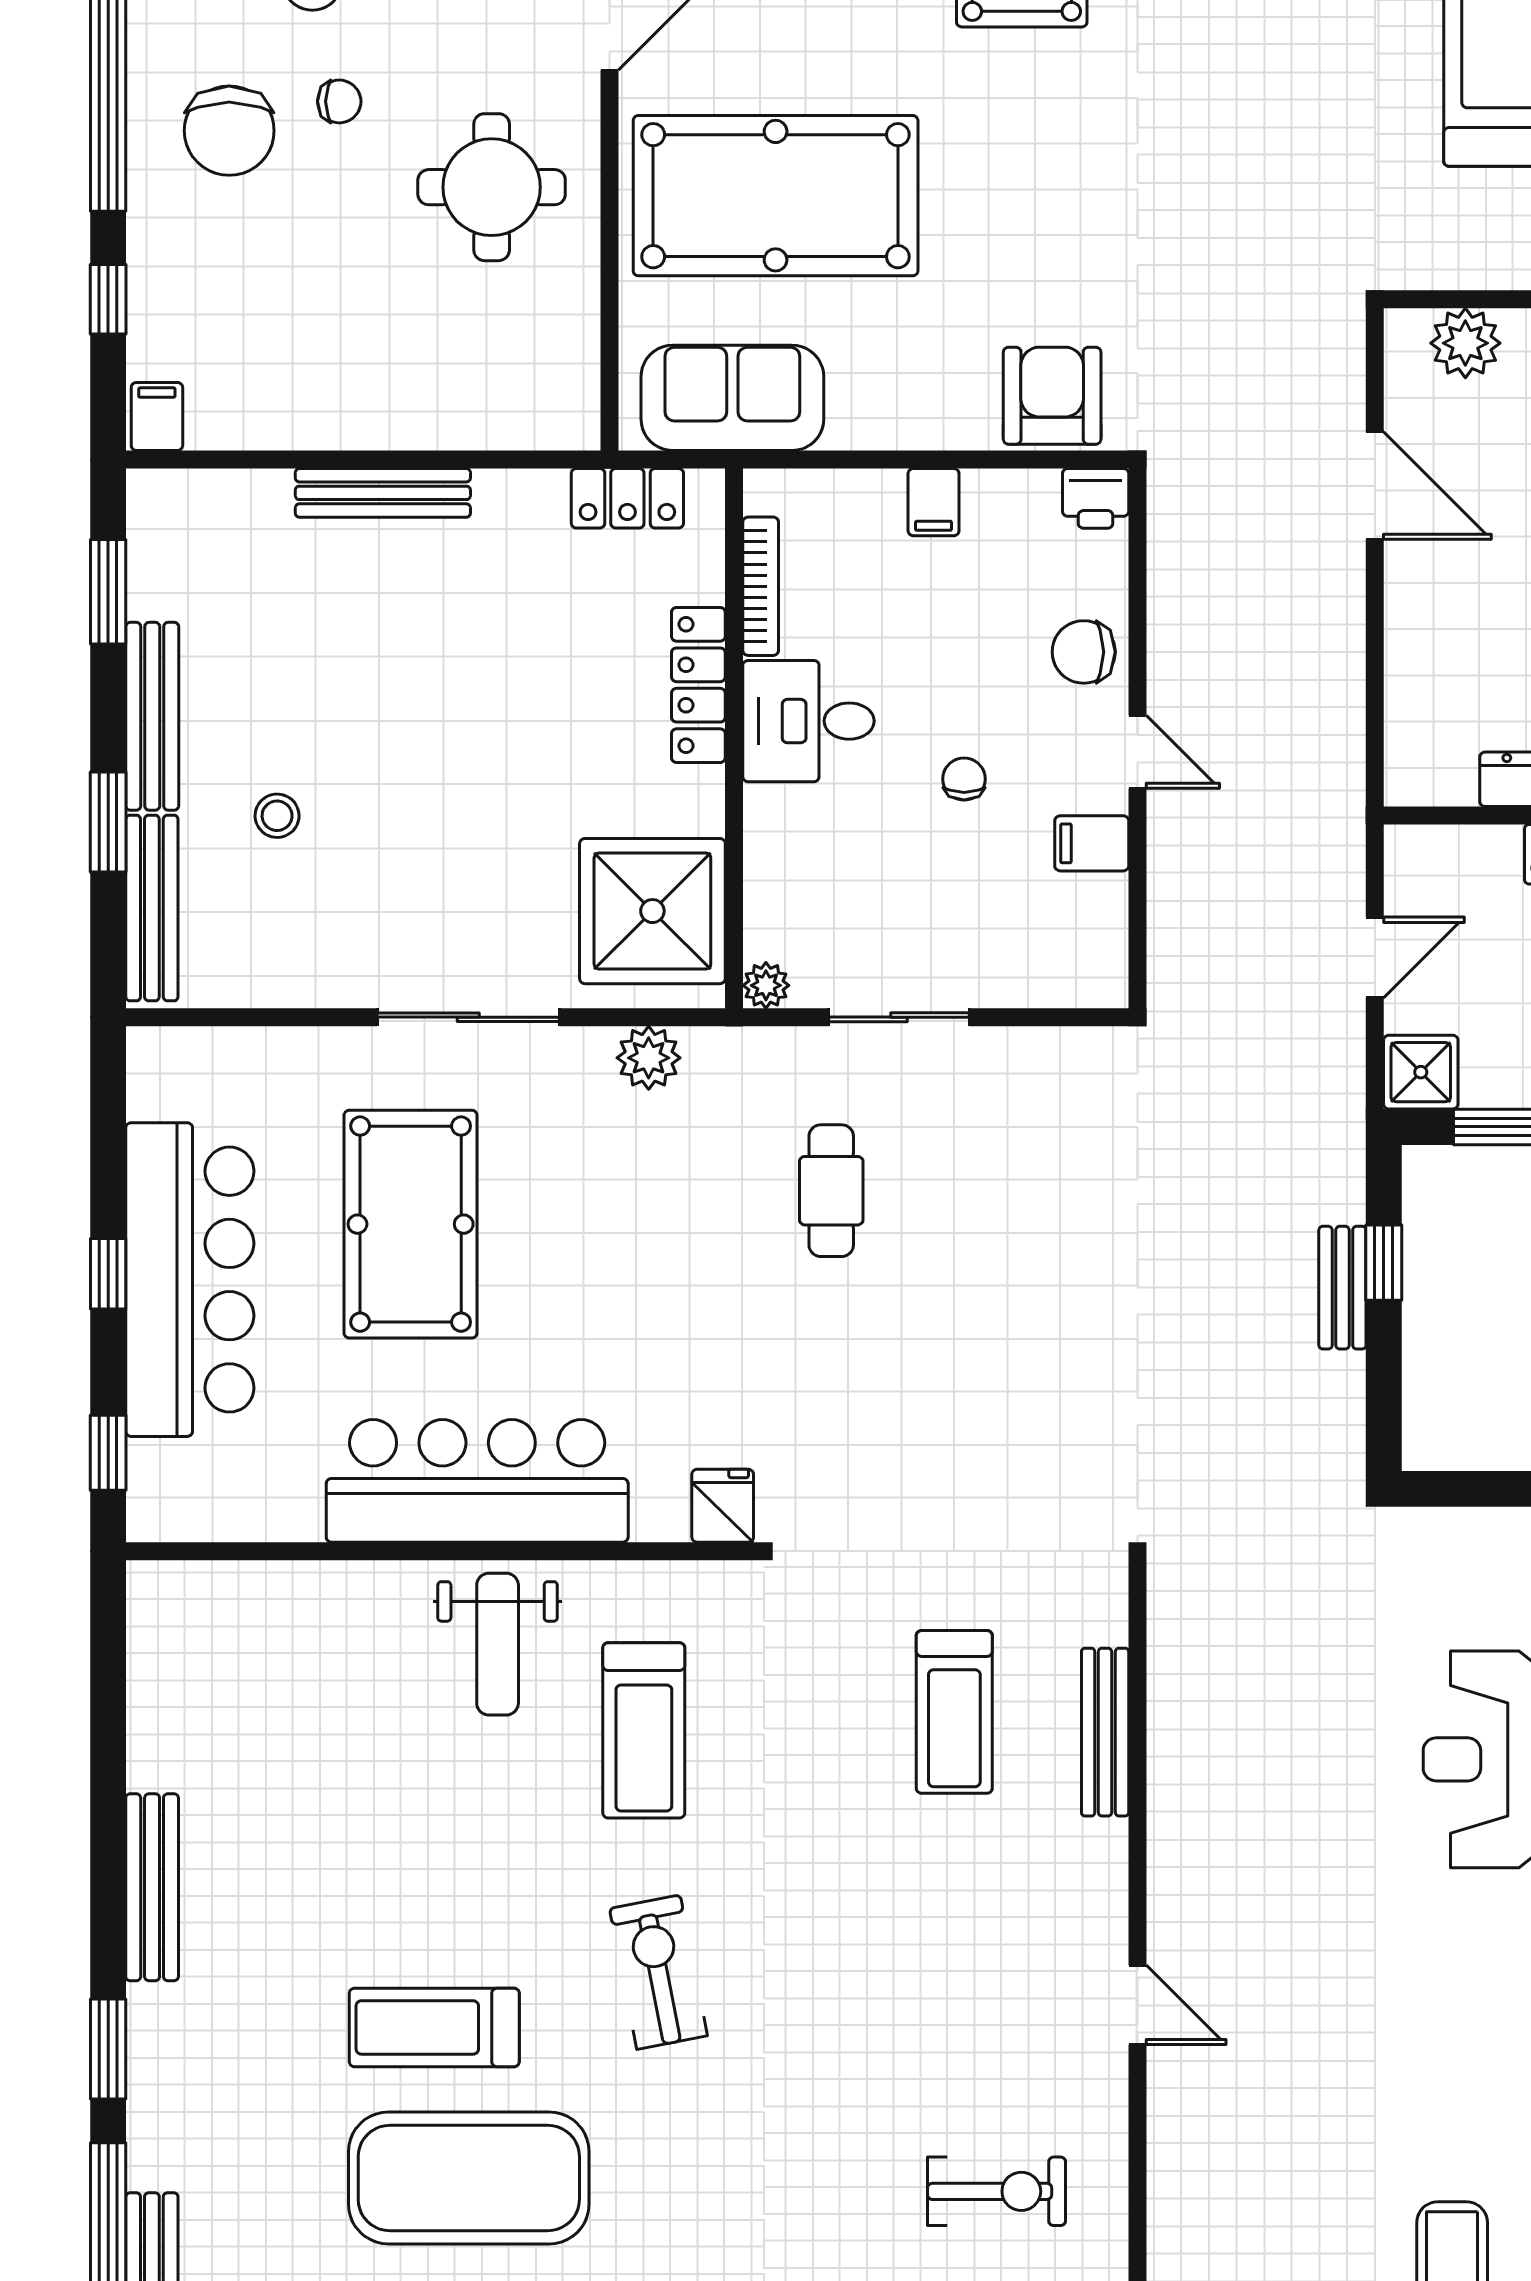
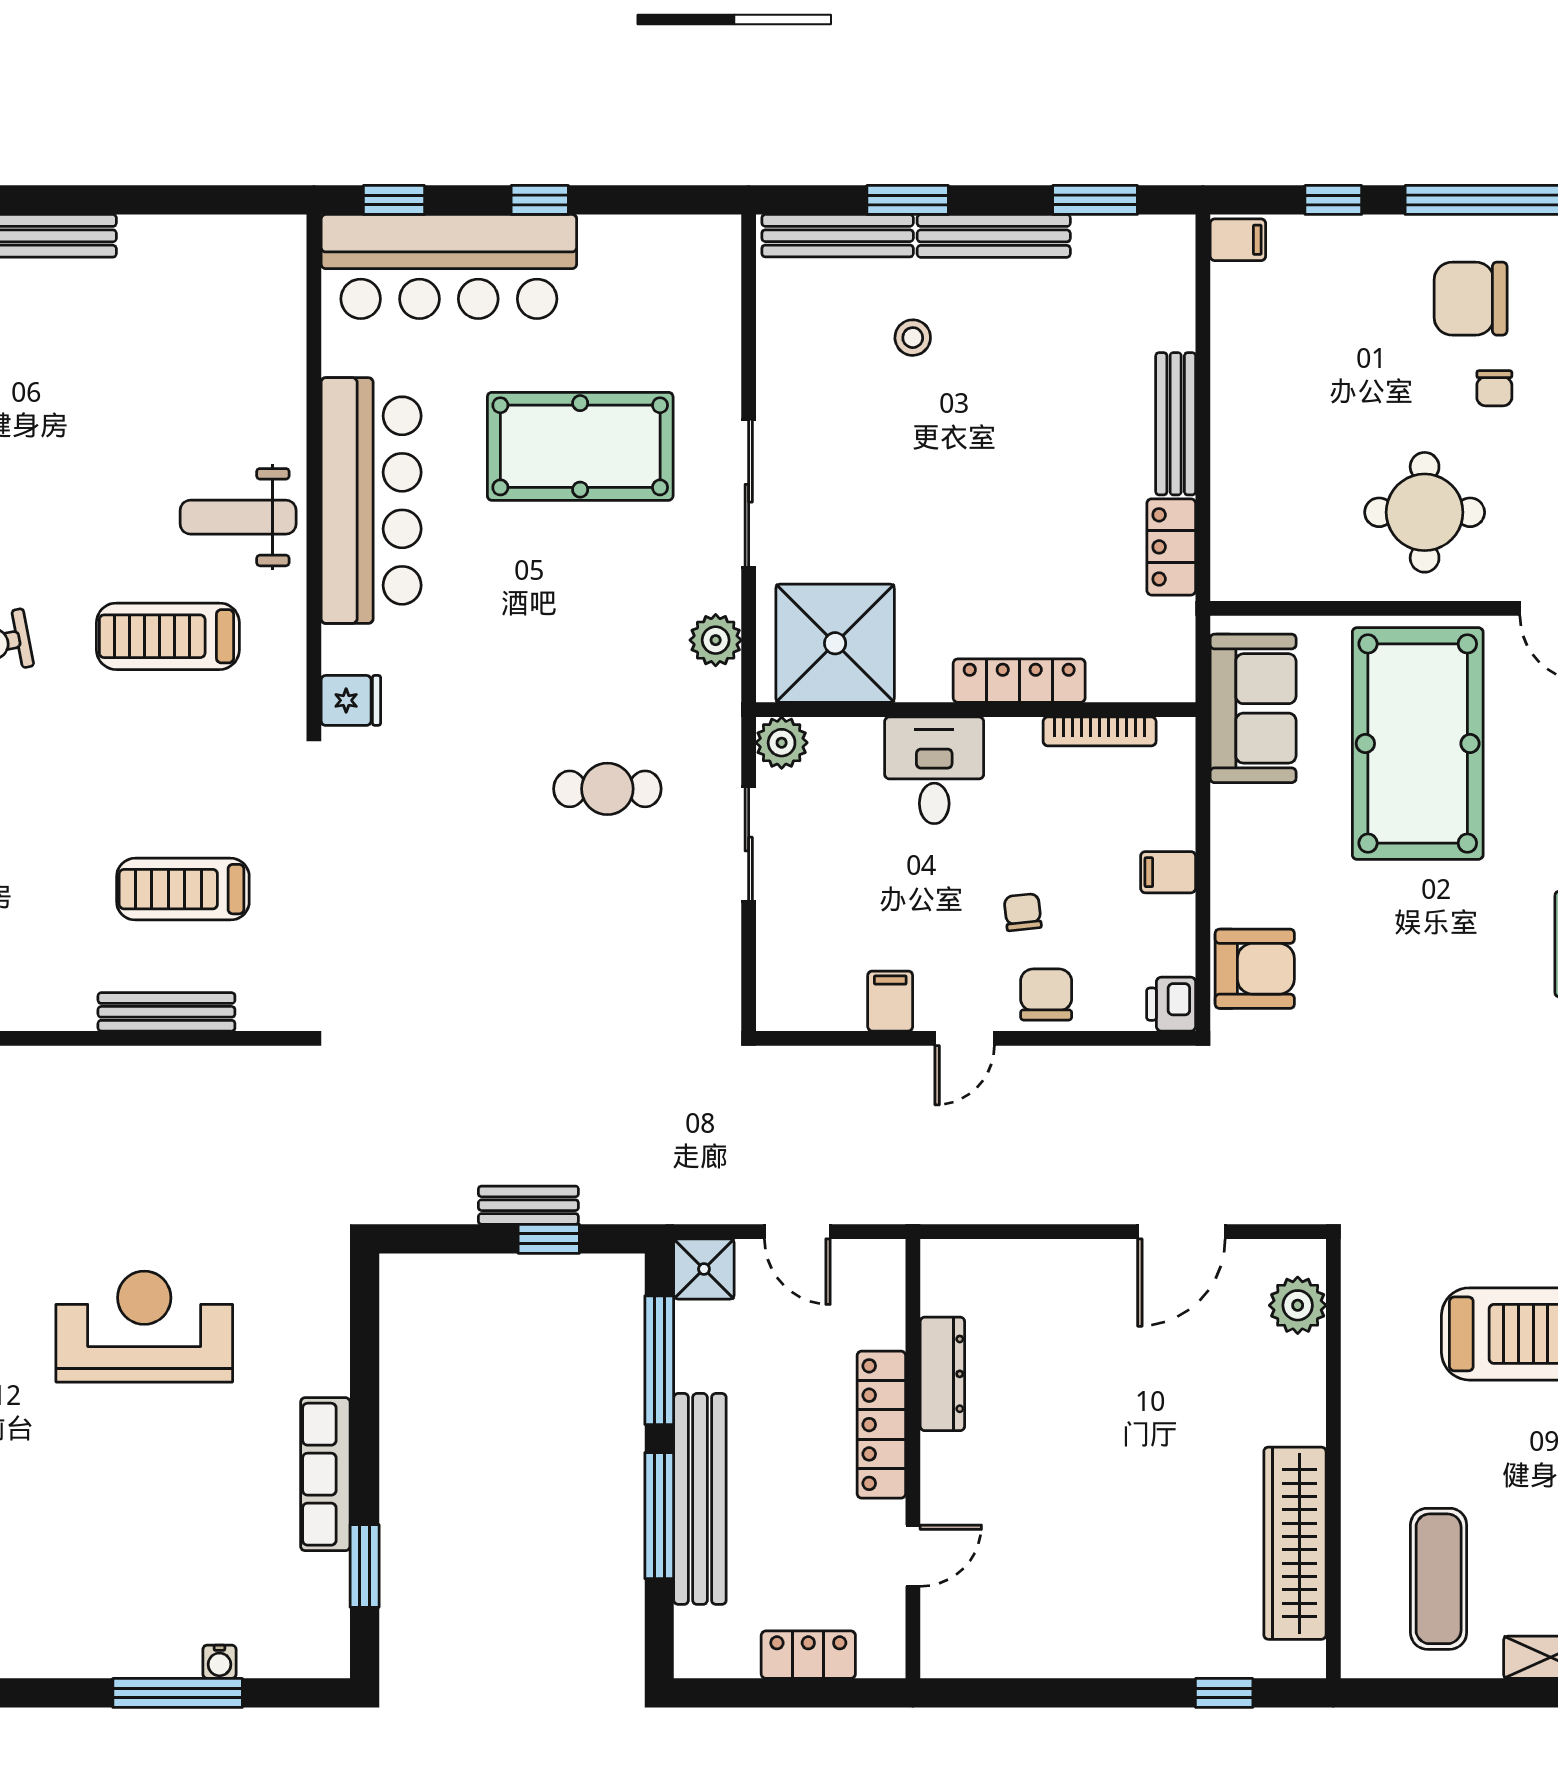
locker: (627, 498) -> (1171, 547), moved
desk: (808, 721) -> (934, 770), moved
chair: (964, 779) -> (1023, 912), moved, turned -96
plant: (766, 985) -> (782, 743), width x1.38, depth x1.38
bar counter: (190, 1280) -> (449, 267), moved

